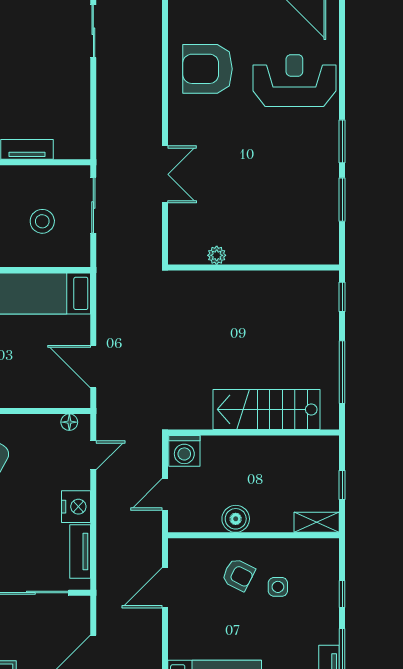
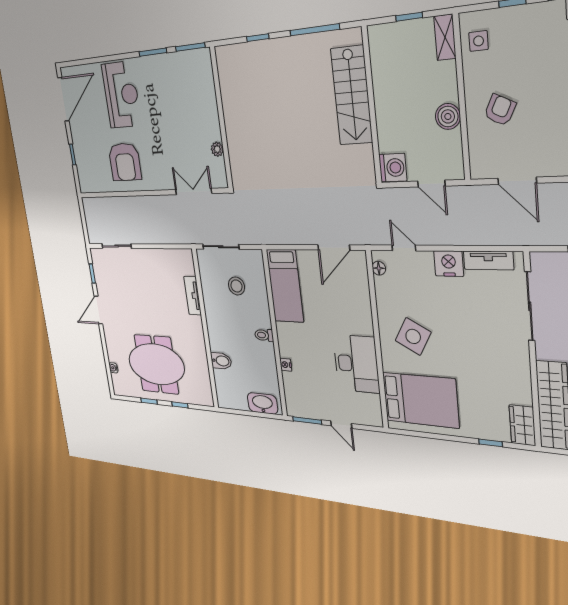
reception desk: (294, 81) -> (121, 95), turned 180
plant: (217, 255) -> (217, 149), moved
wall: (254, 267) -> (221, 118), moved
side table: (278, 587) -> (479, 41), moved

